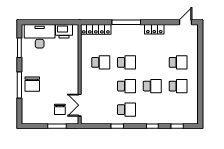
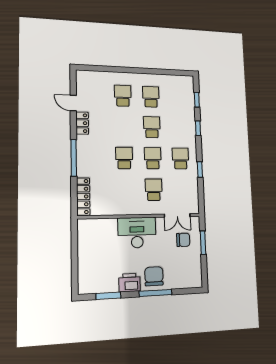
door: (185, 22) -> (73, 103), moved
printer: (64, 31) -> (129, 283), moved, turned -90
desk: (40, 36) -> (137, 233), moved, turned 90
school desk: (101, 62) -> (154, 190), moved
chair: (32, 84) -> (154, 276), turned -90

